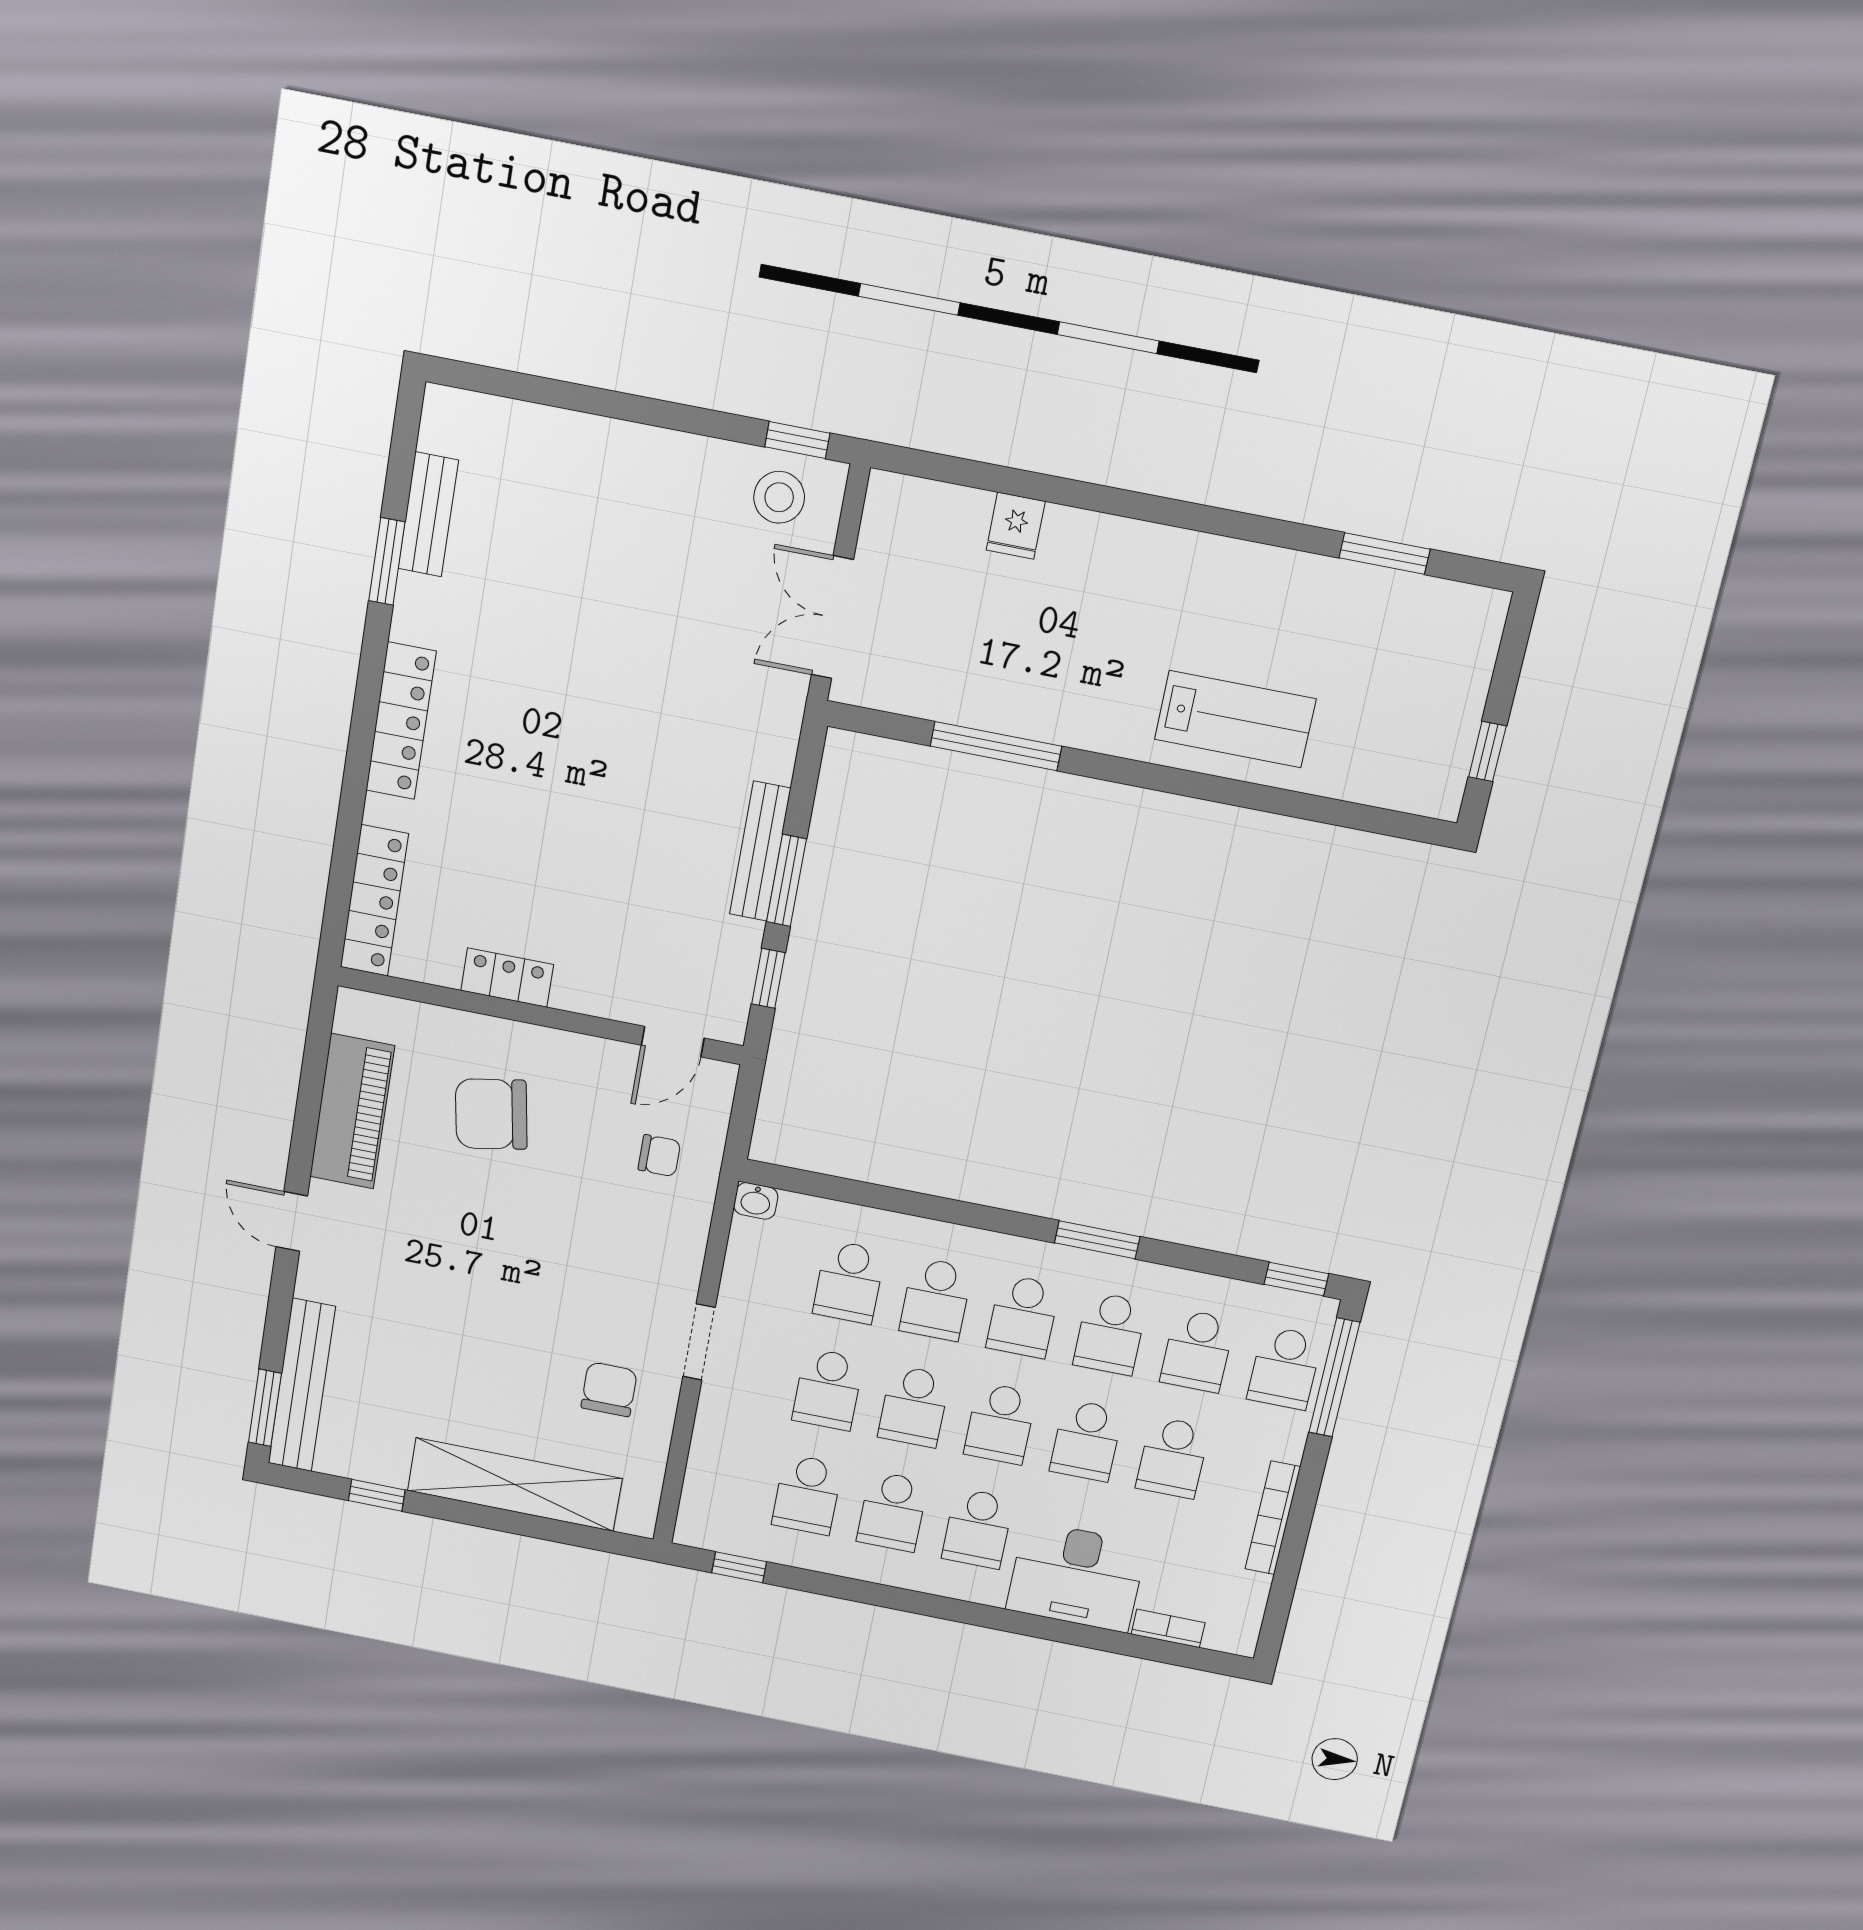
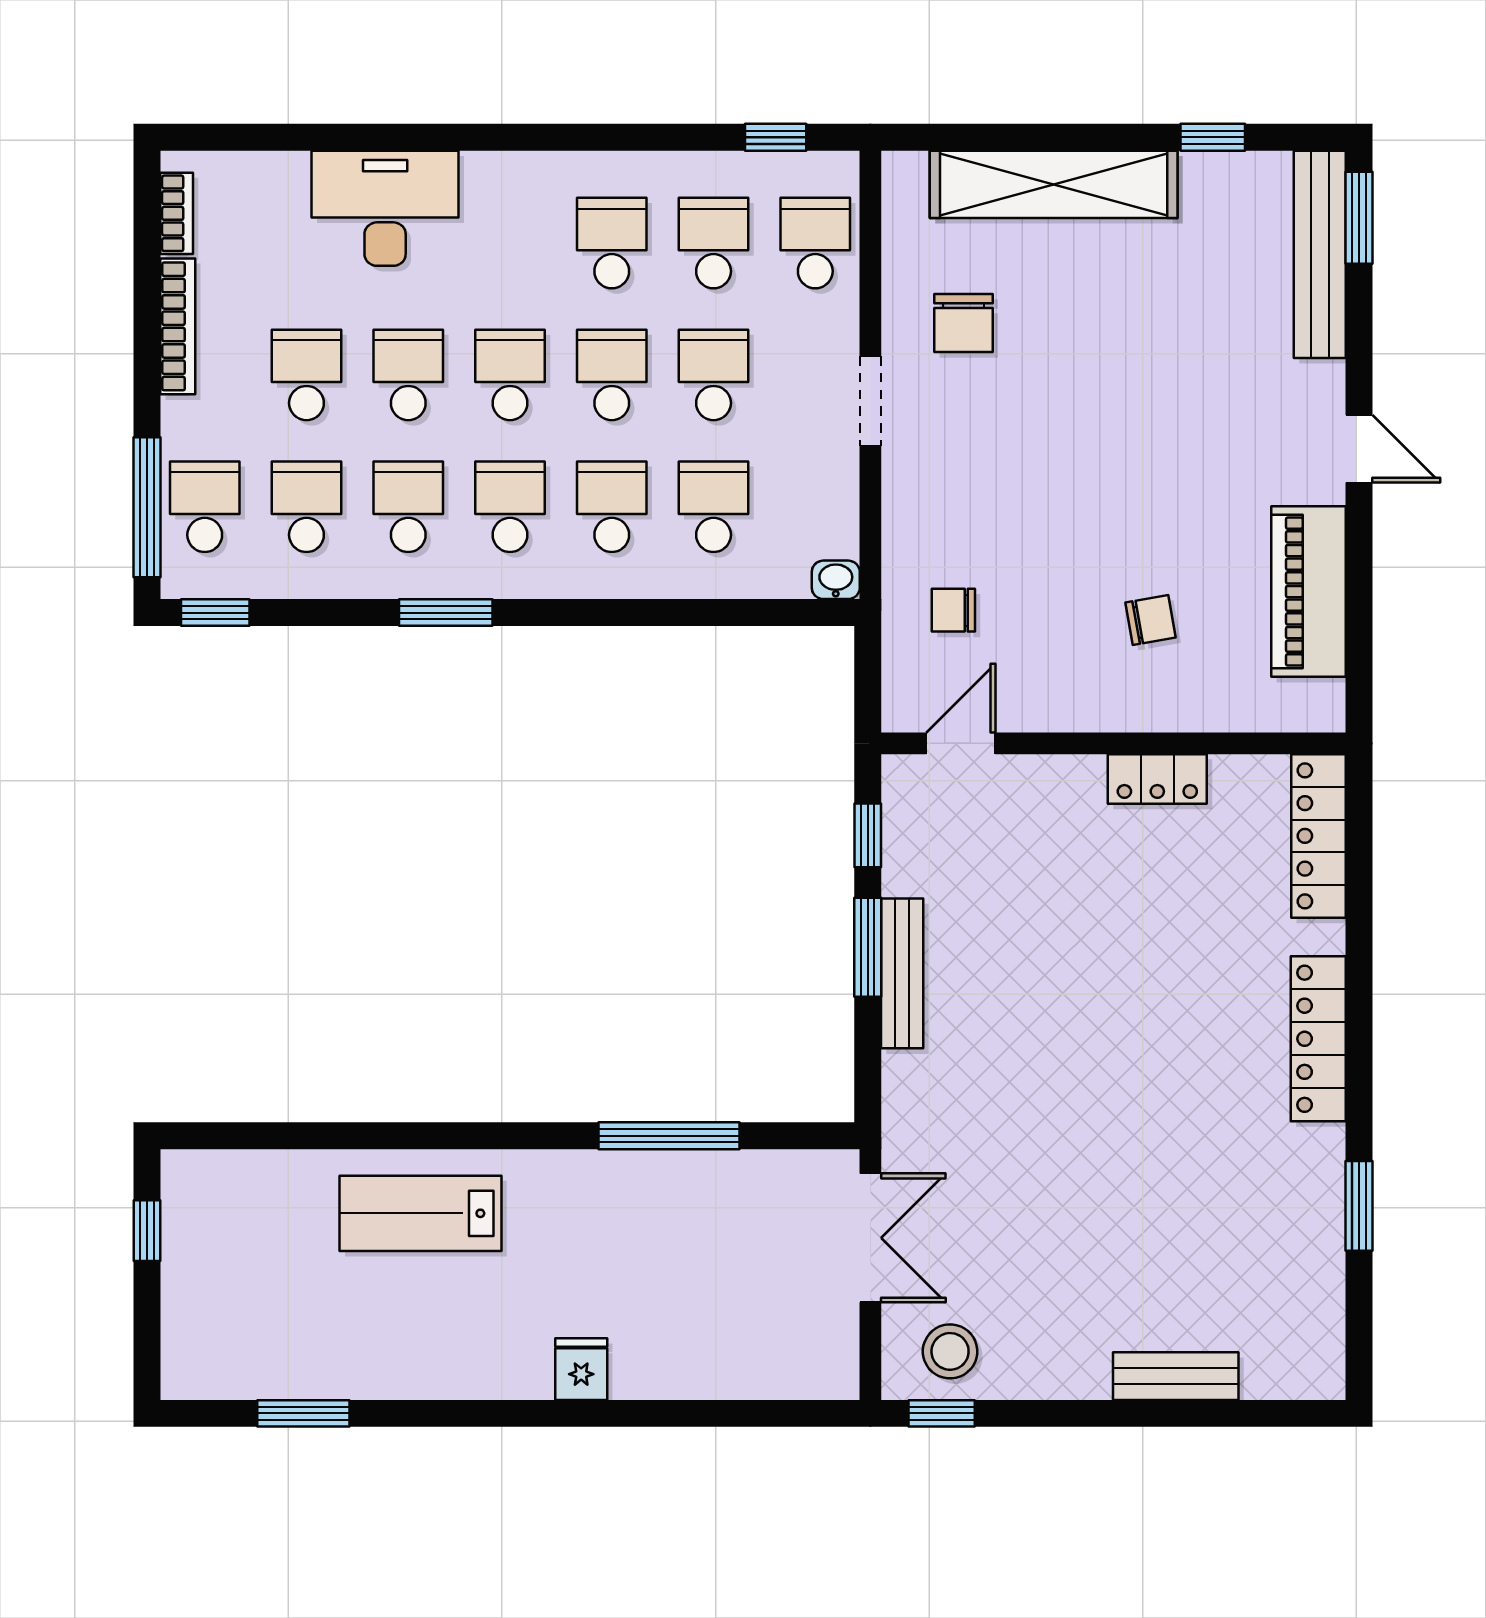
bench: (428, 514) -> (1176, 1376), moved, turned 90
fridge: (1016, 526) -> (581, 1369), moved
chair: (491, 1114) -> (1151, 620), width x0.54, depth x0.54
school desk: (978, 1528) -> (815, 243), moved
bookcase: (1168, 1628) -> (177, 213), moved, turned -90

